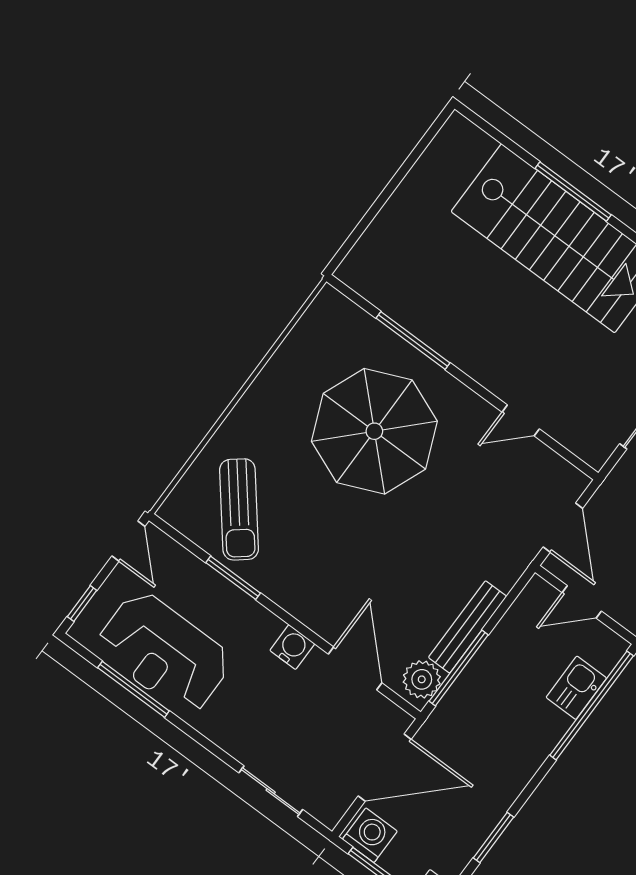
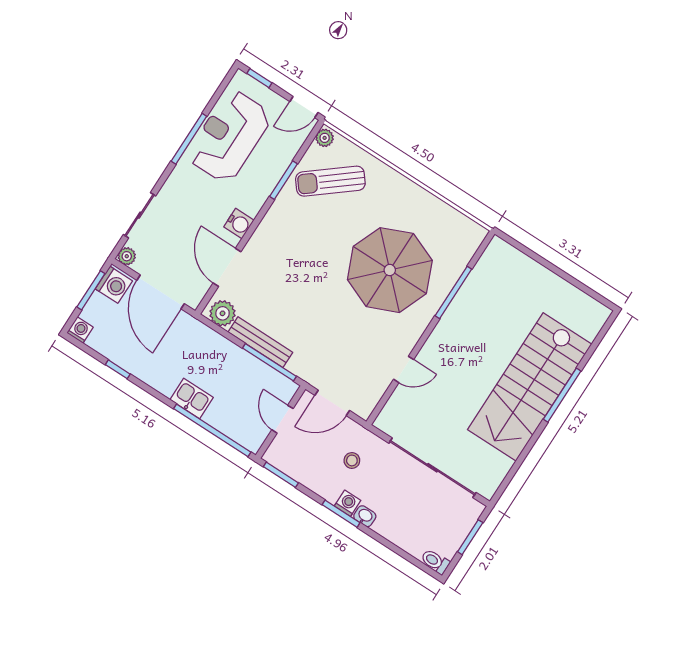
door: (521, 420) -> (404, 369), swing flipped
plant: (175, 514) -> (325, 138), added
door: (355, 668) -> (227, 267), swing flipped
window: (459, 668) -> (269, 362), moved
kitchen sink: (576, 688) -> (192, 399), moved
window: (133, 689) -> (189, 139), moved
plant: (329, 814) -> (127, 256), added
window: (494, 837) -> (118, 369), width x0.67

